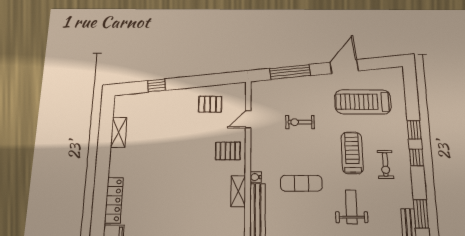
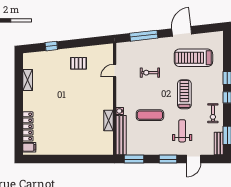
pallet: (210, 104) -> (78, 63), moved
pallet: (228, 151) -> (101, 93), removed
exercise bike: (385, 164) -> (213, 113), moved

